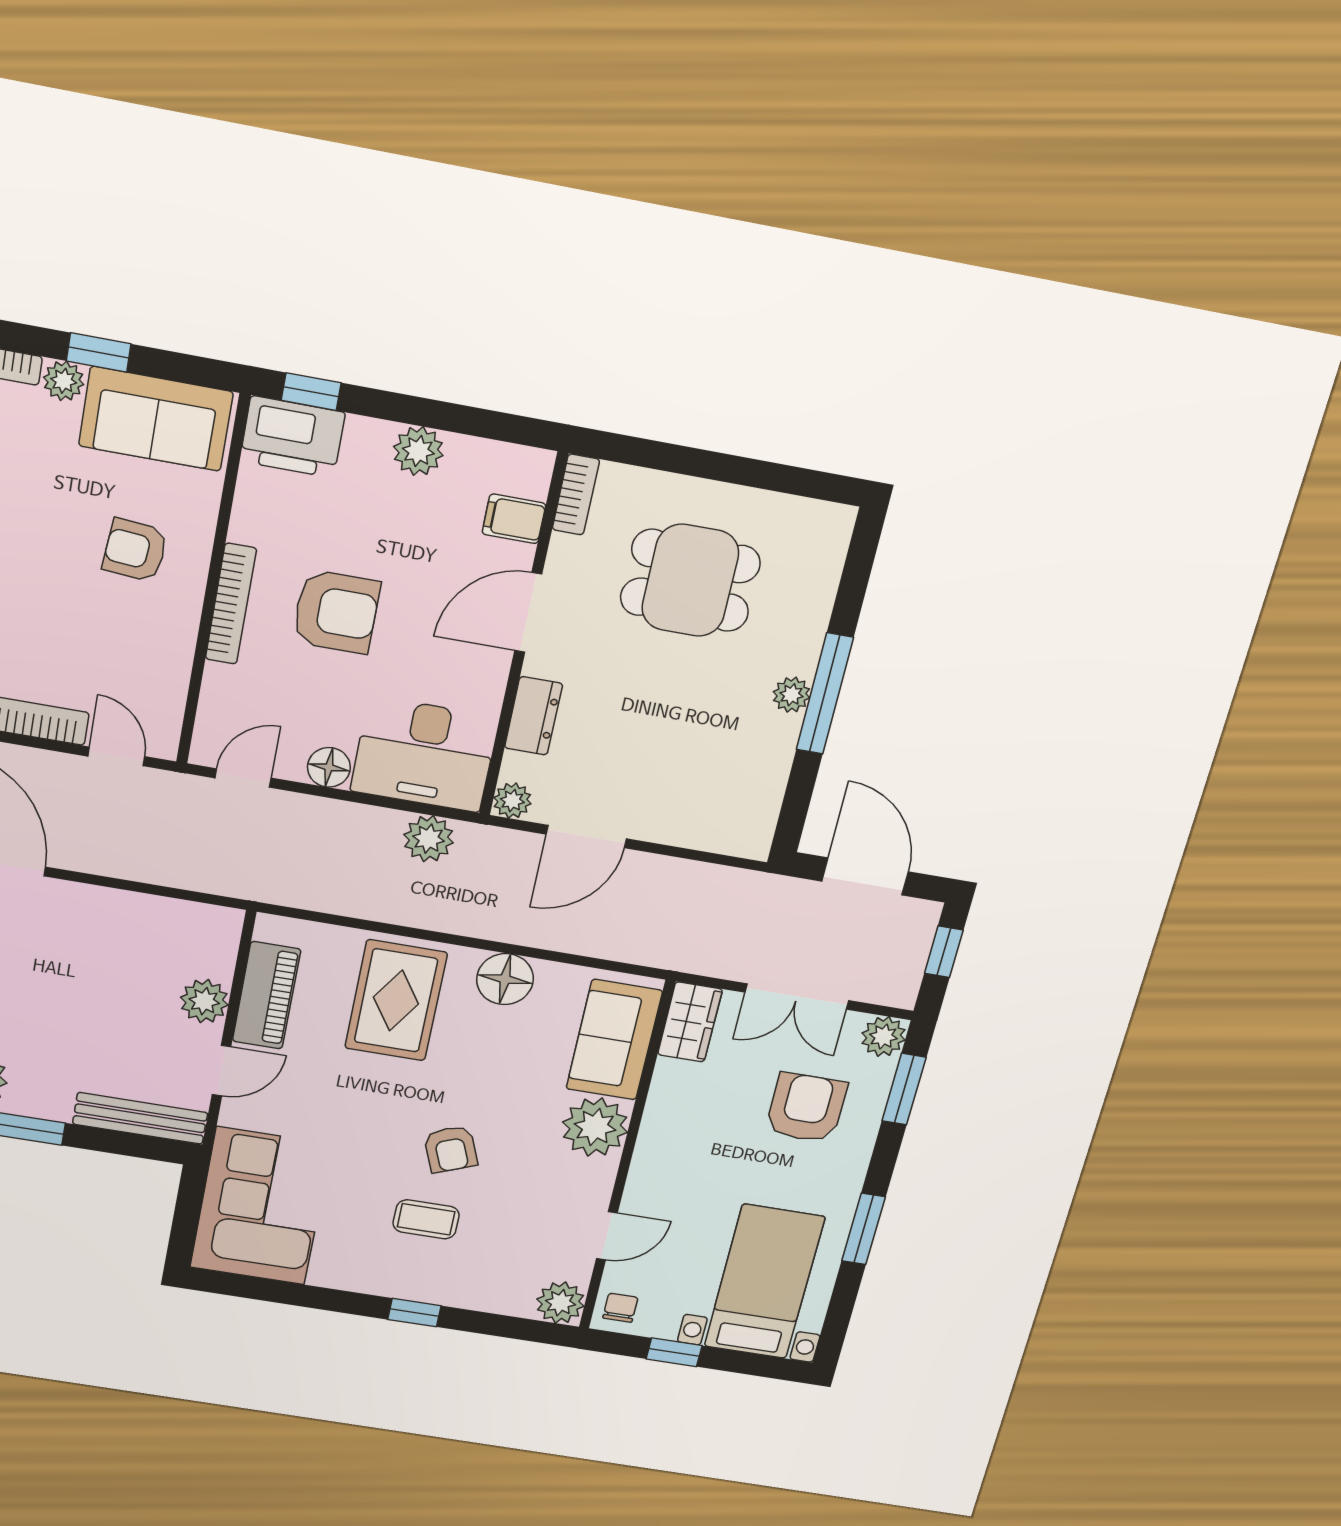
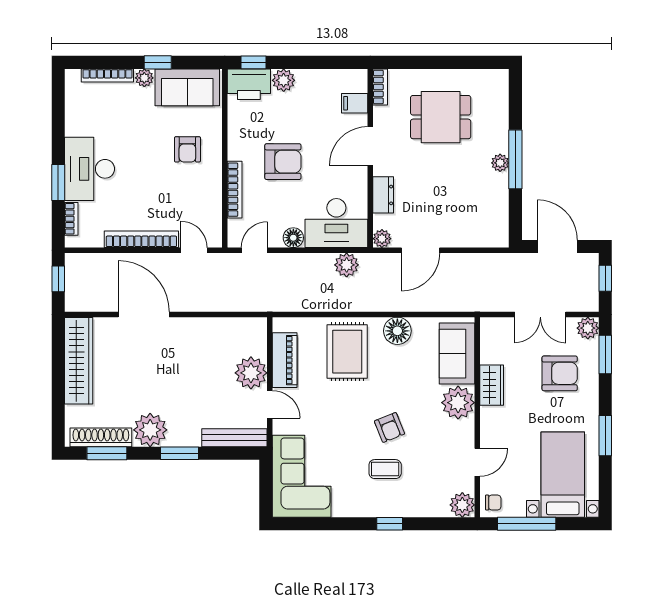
plant: (418, 451) -> (284, 80), moved
armchair: (135, 550) -> (187, 149), turned -95
bookcase: (231, 604) -> (235, 190), moved
plant: (204, 1001) -> (251, 373), width x1.36, depth x1.36
wardrobe: (690, 1022) -> (492, 385), moved
door: (221, 1071) -> (270, 404), hinge flipped
armchair: (806, 1108) -> (560, 373), turned 90
chair: (620, 1308) -> (493, 503), turned 90
window: (674, 1352) -> (527, 524), width x2.17

